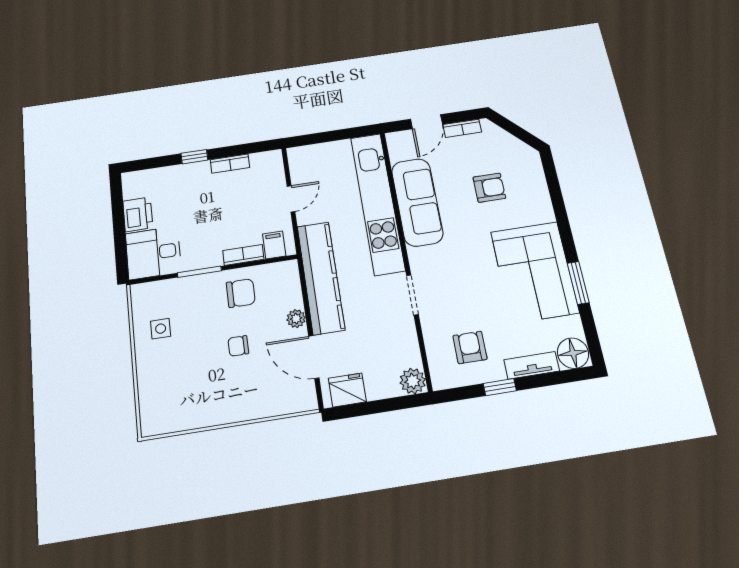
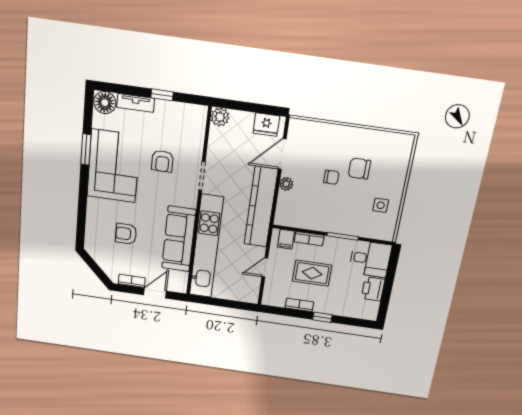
rug: (226, 211) -> (312, 273), added
chair: (241, 293) -> (359, 169), moved
armchair: (470, 347) -> (162, 161), moved
door: (314, 357) -> (282, 154), swing flipped

